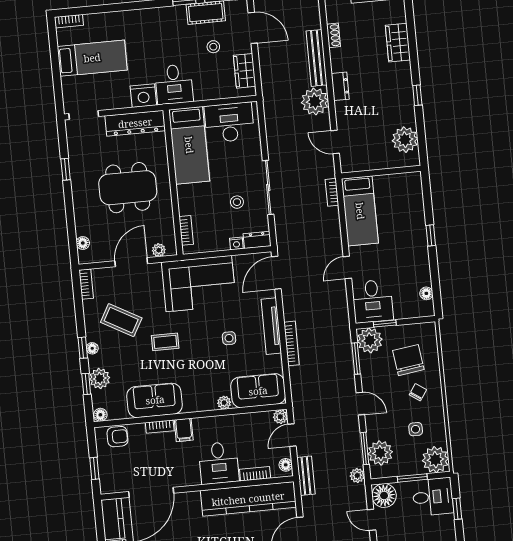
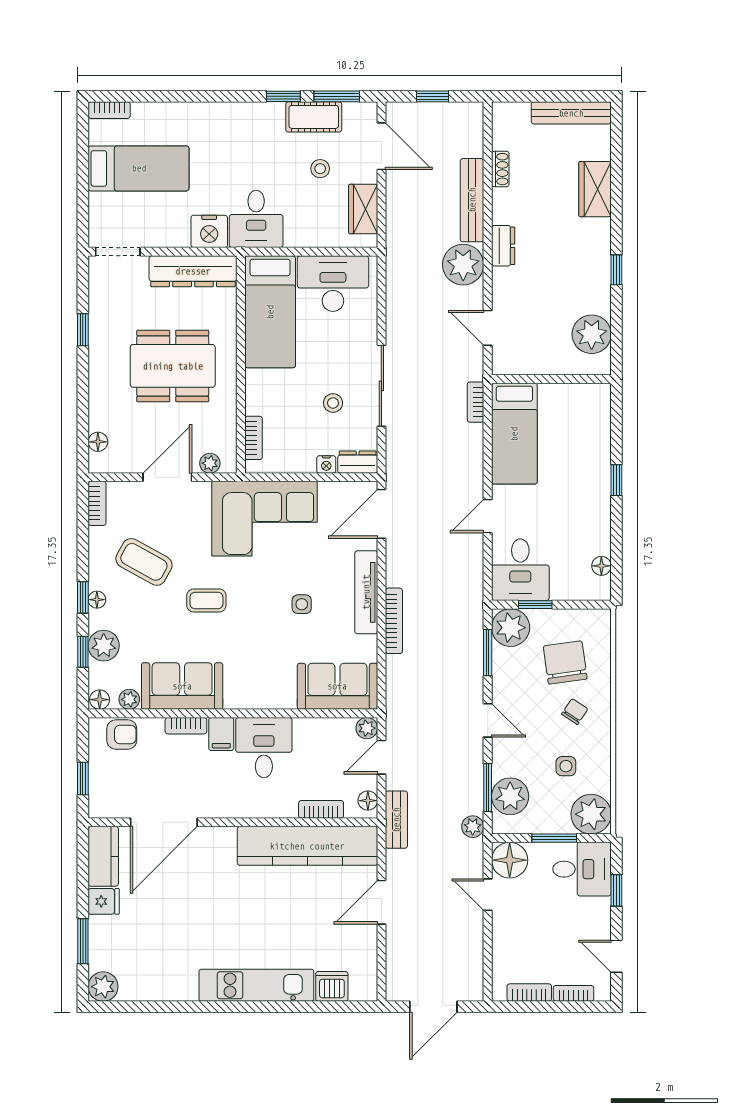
plant: (224, 403) -> (129, 699), moved
desk: (219, 463) -> (264, 748), moved, turned 180

